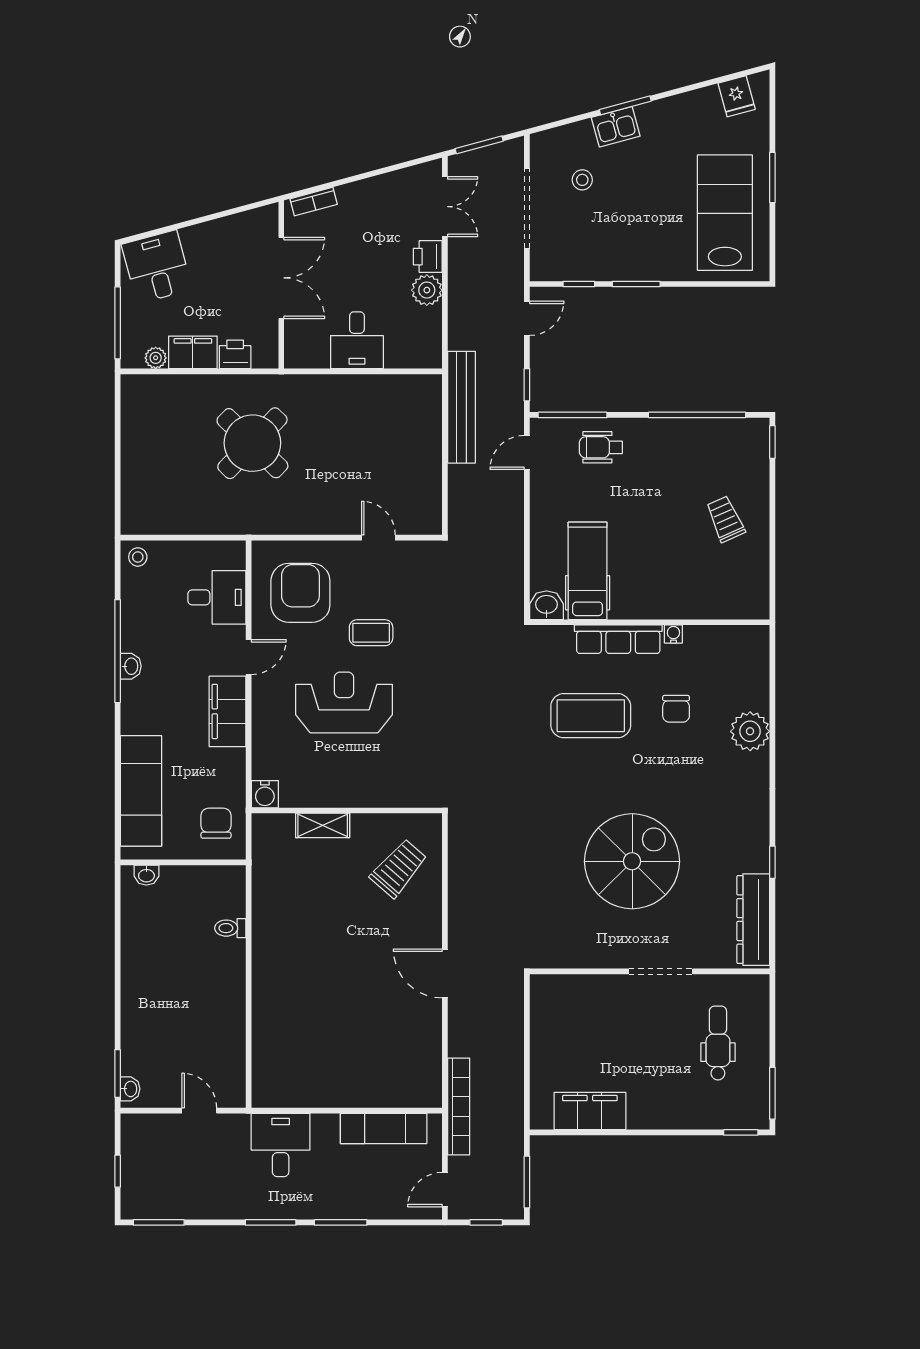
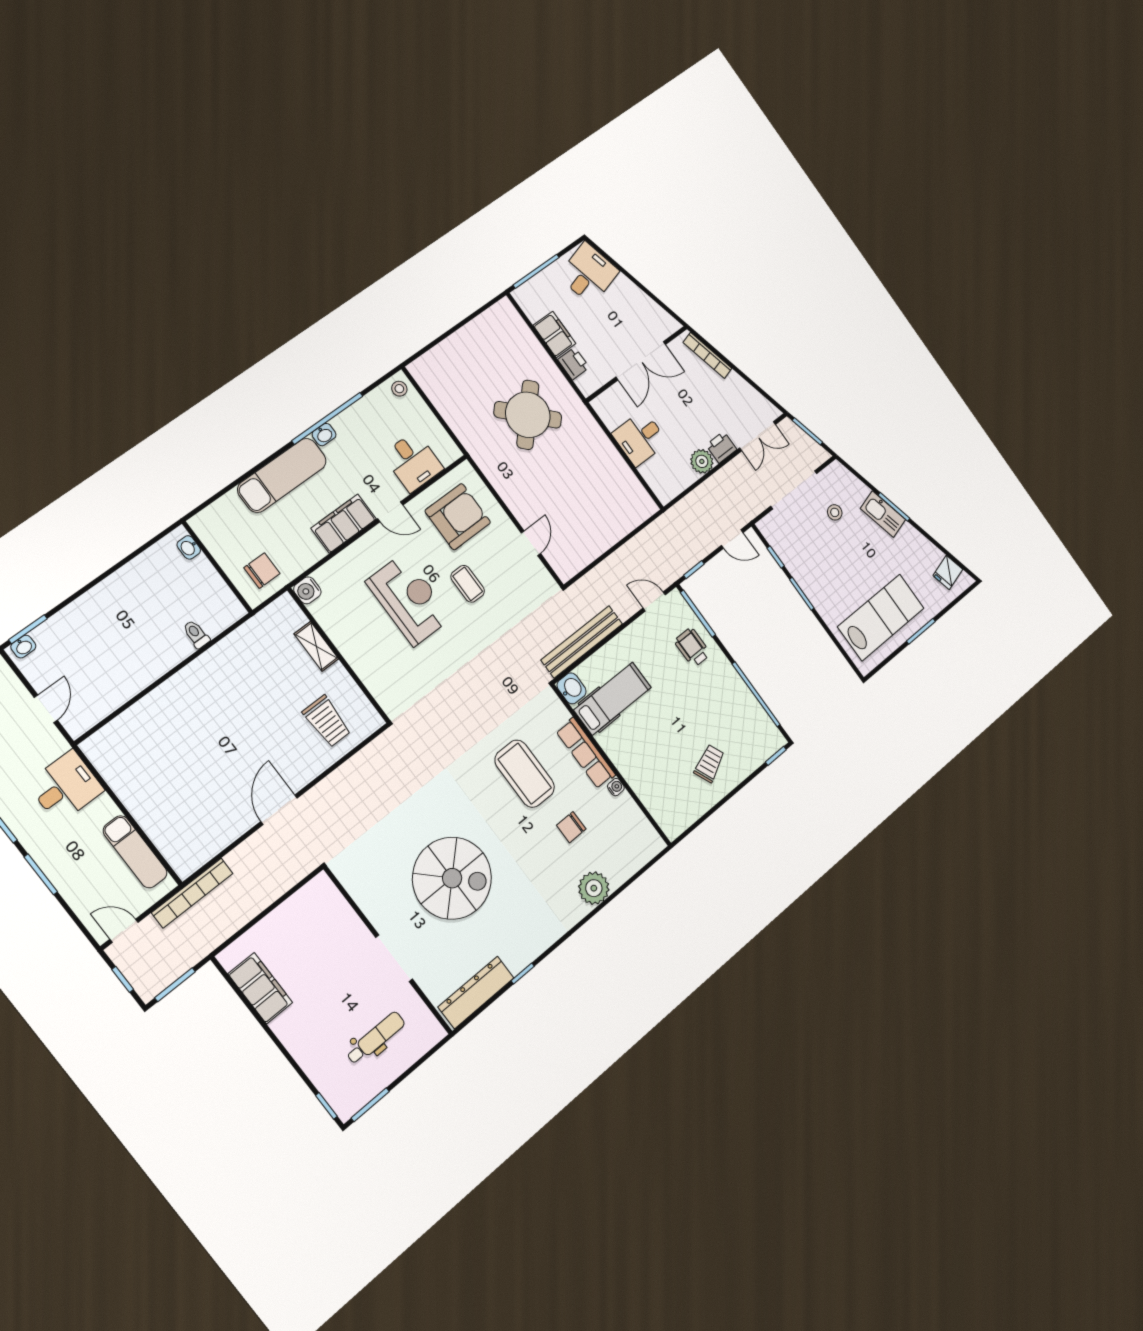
kitchen sink: (616, 127) -> (883, 514), width x1.38
bookcase: (314, 202) -> (707, 355), width x1.56
plant: (156, 358) -> (533, 312), removed
bench: (462, 407) -> (582, 642), moved
exam couch: (141, 791) -> (282, 475), moved
trolley: (399, 868) -> (327, 721), turned 49

